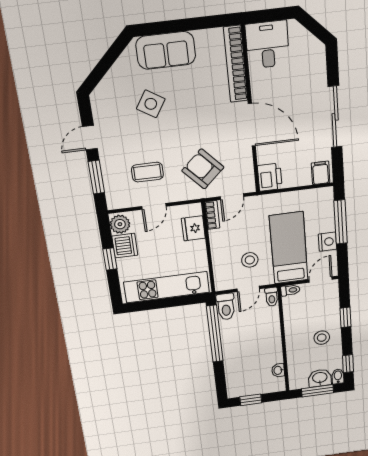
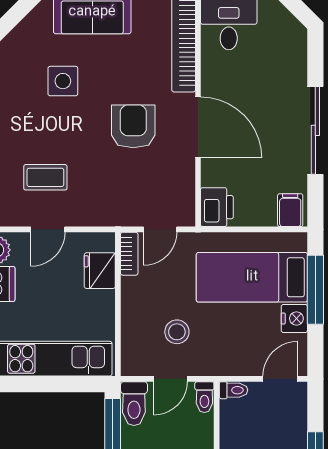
side table: (151, 104) -> (63, 81), turned -32
armchair: (203, 169) -> (133, 126), moved, turned 43
bed: (289, 248) -> (252, 277), moved, turned -90

